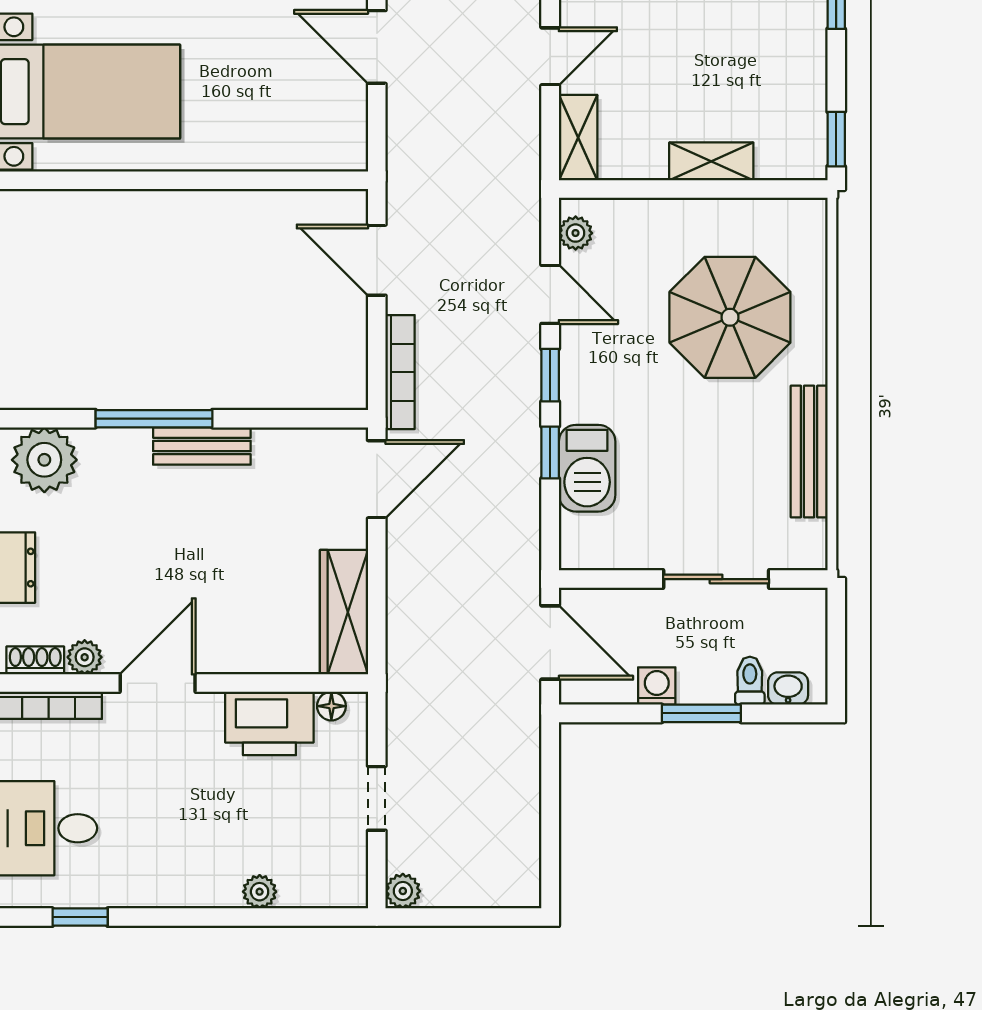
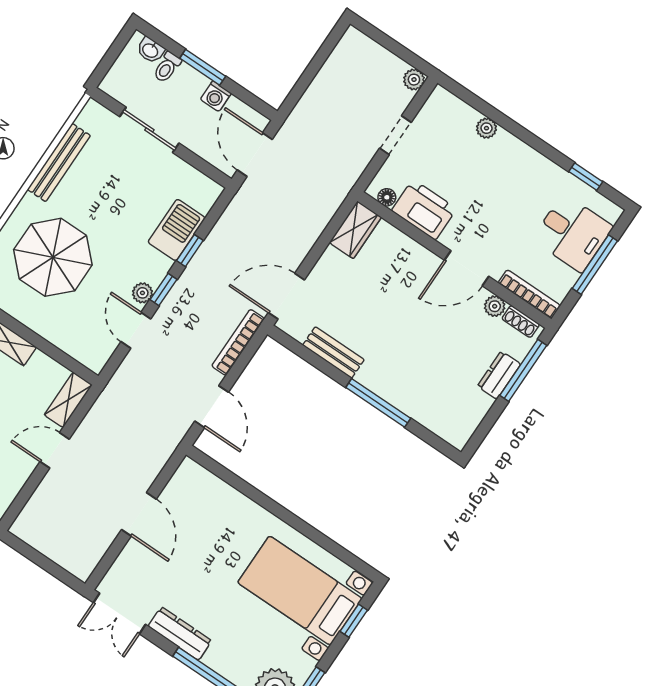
plant: (576, 233) -> (142, 293), moved
bench: (202, 446) -> (333, 352), moved
plant: (44, 460) -> (448, 420), removed
wardrobe: (344, 612) -> (355, 230), width x0.67

